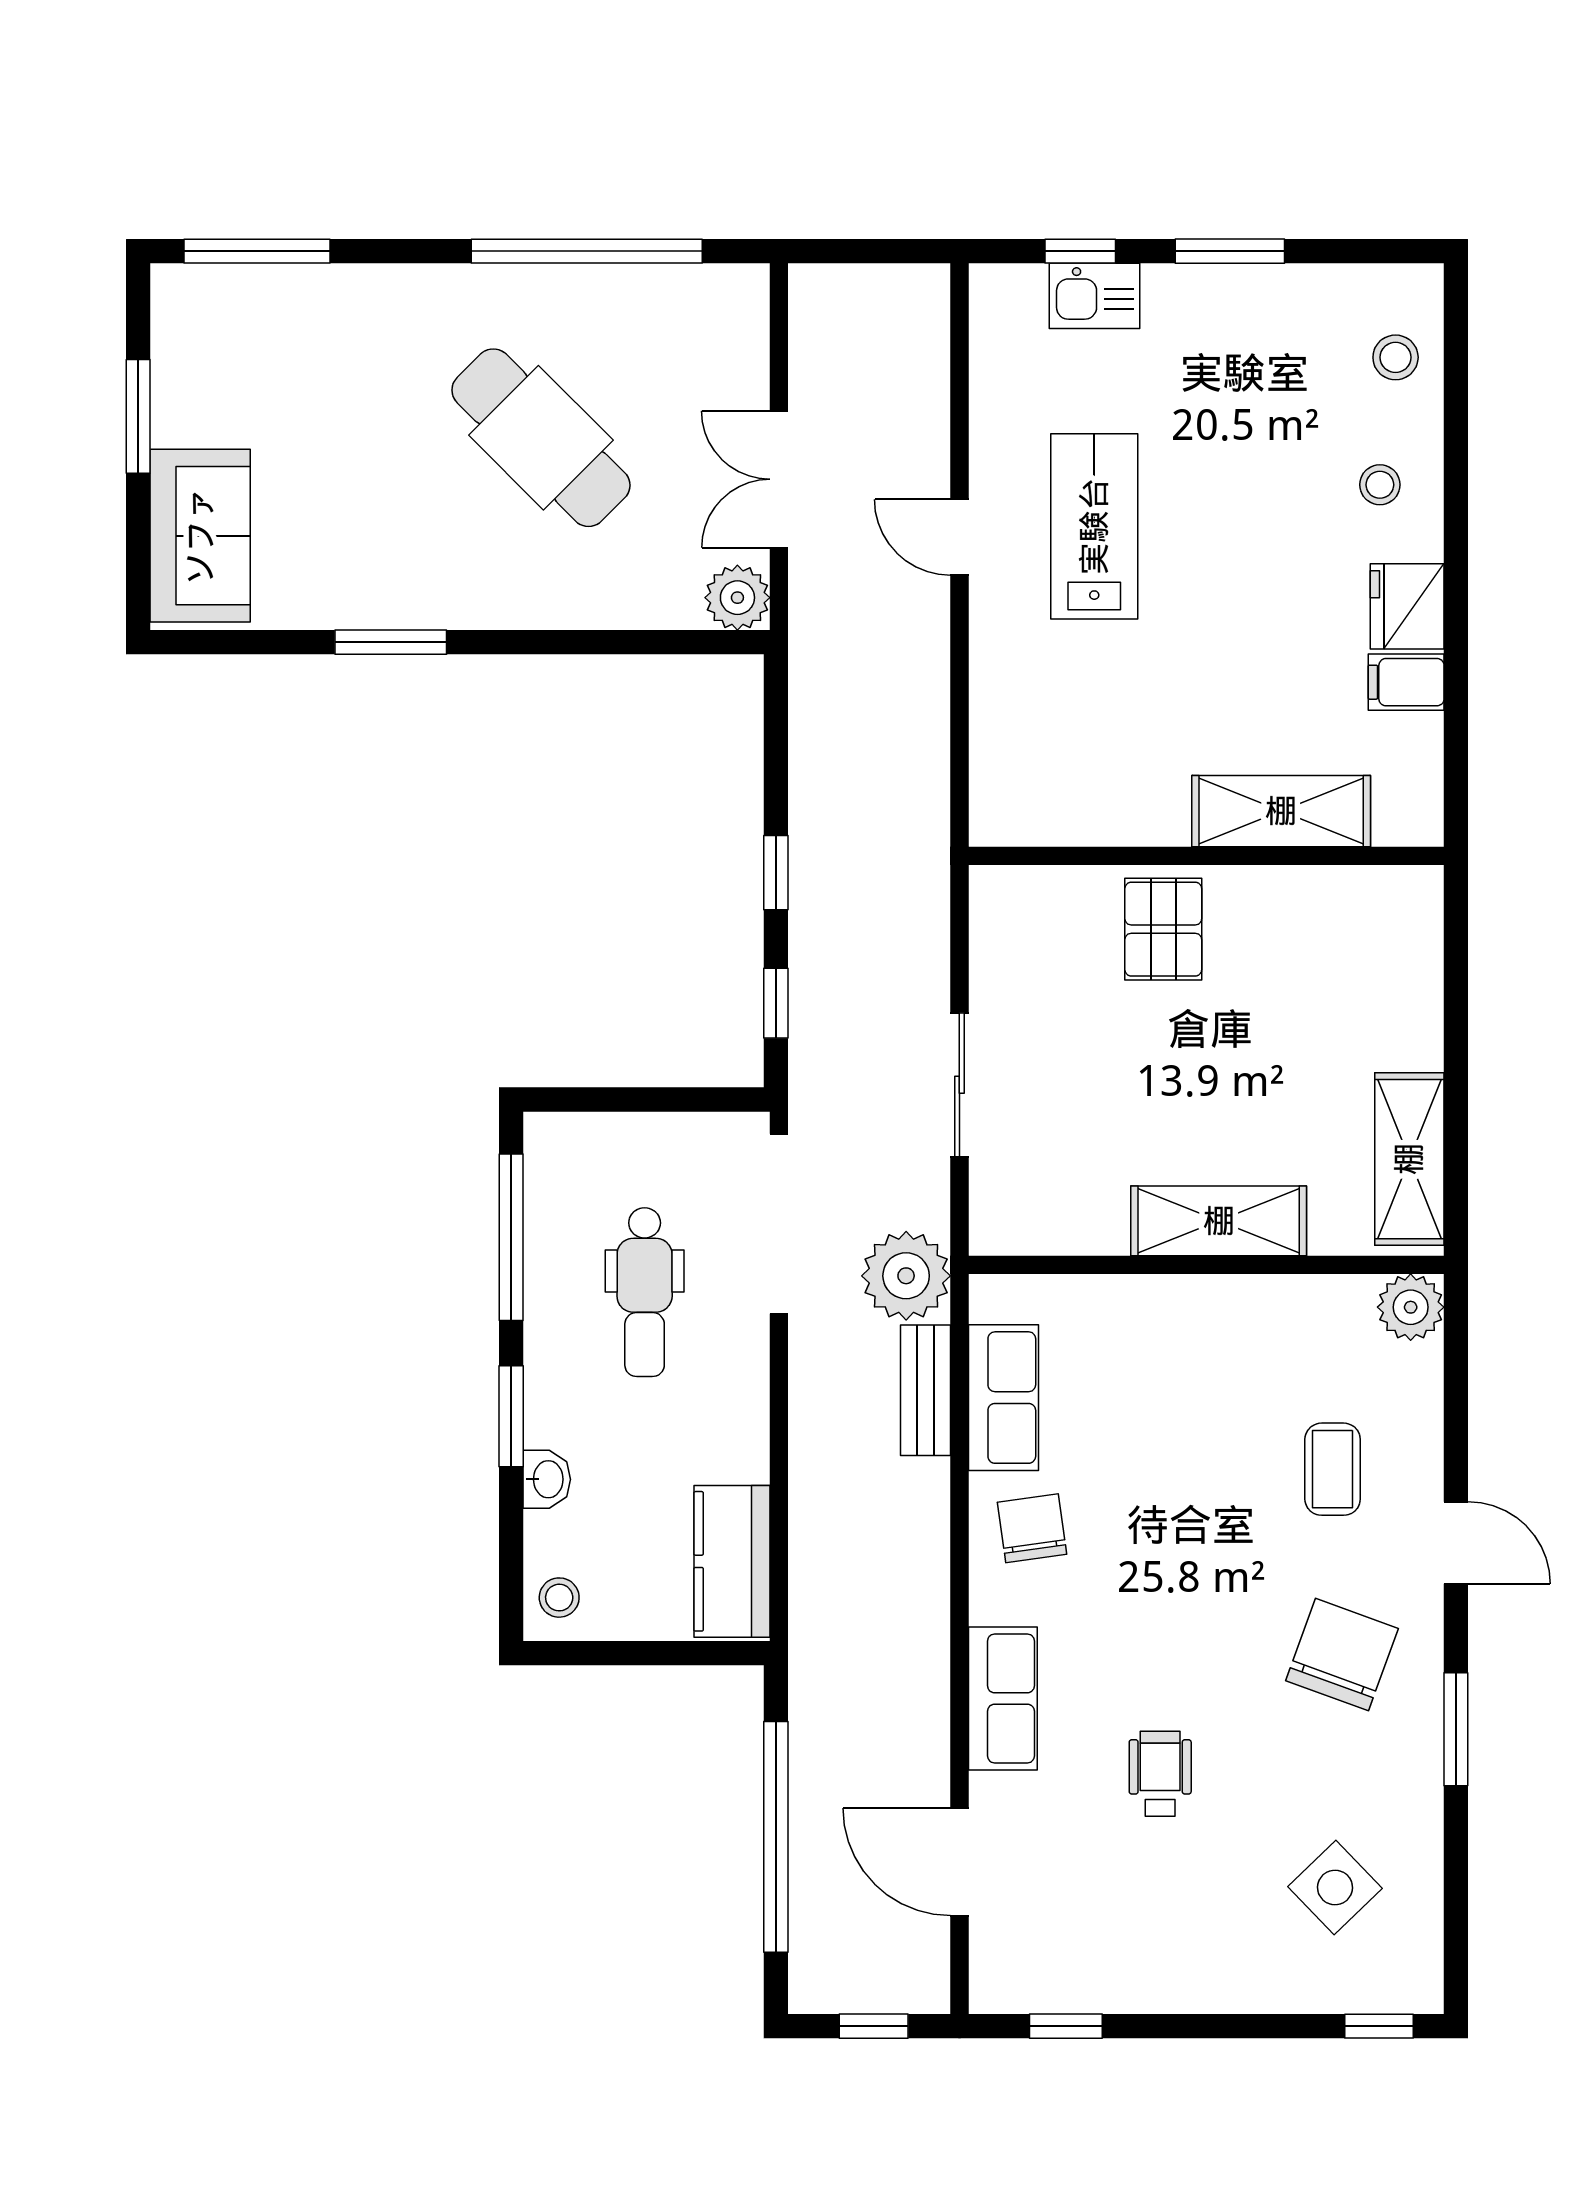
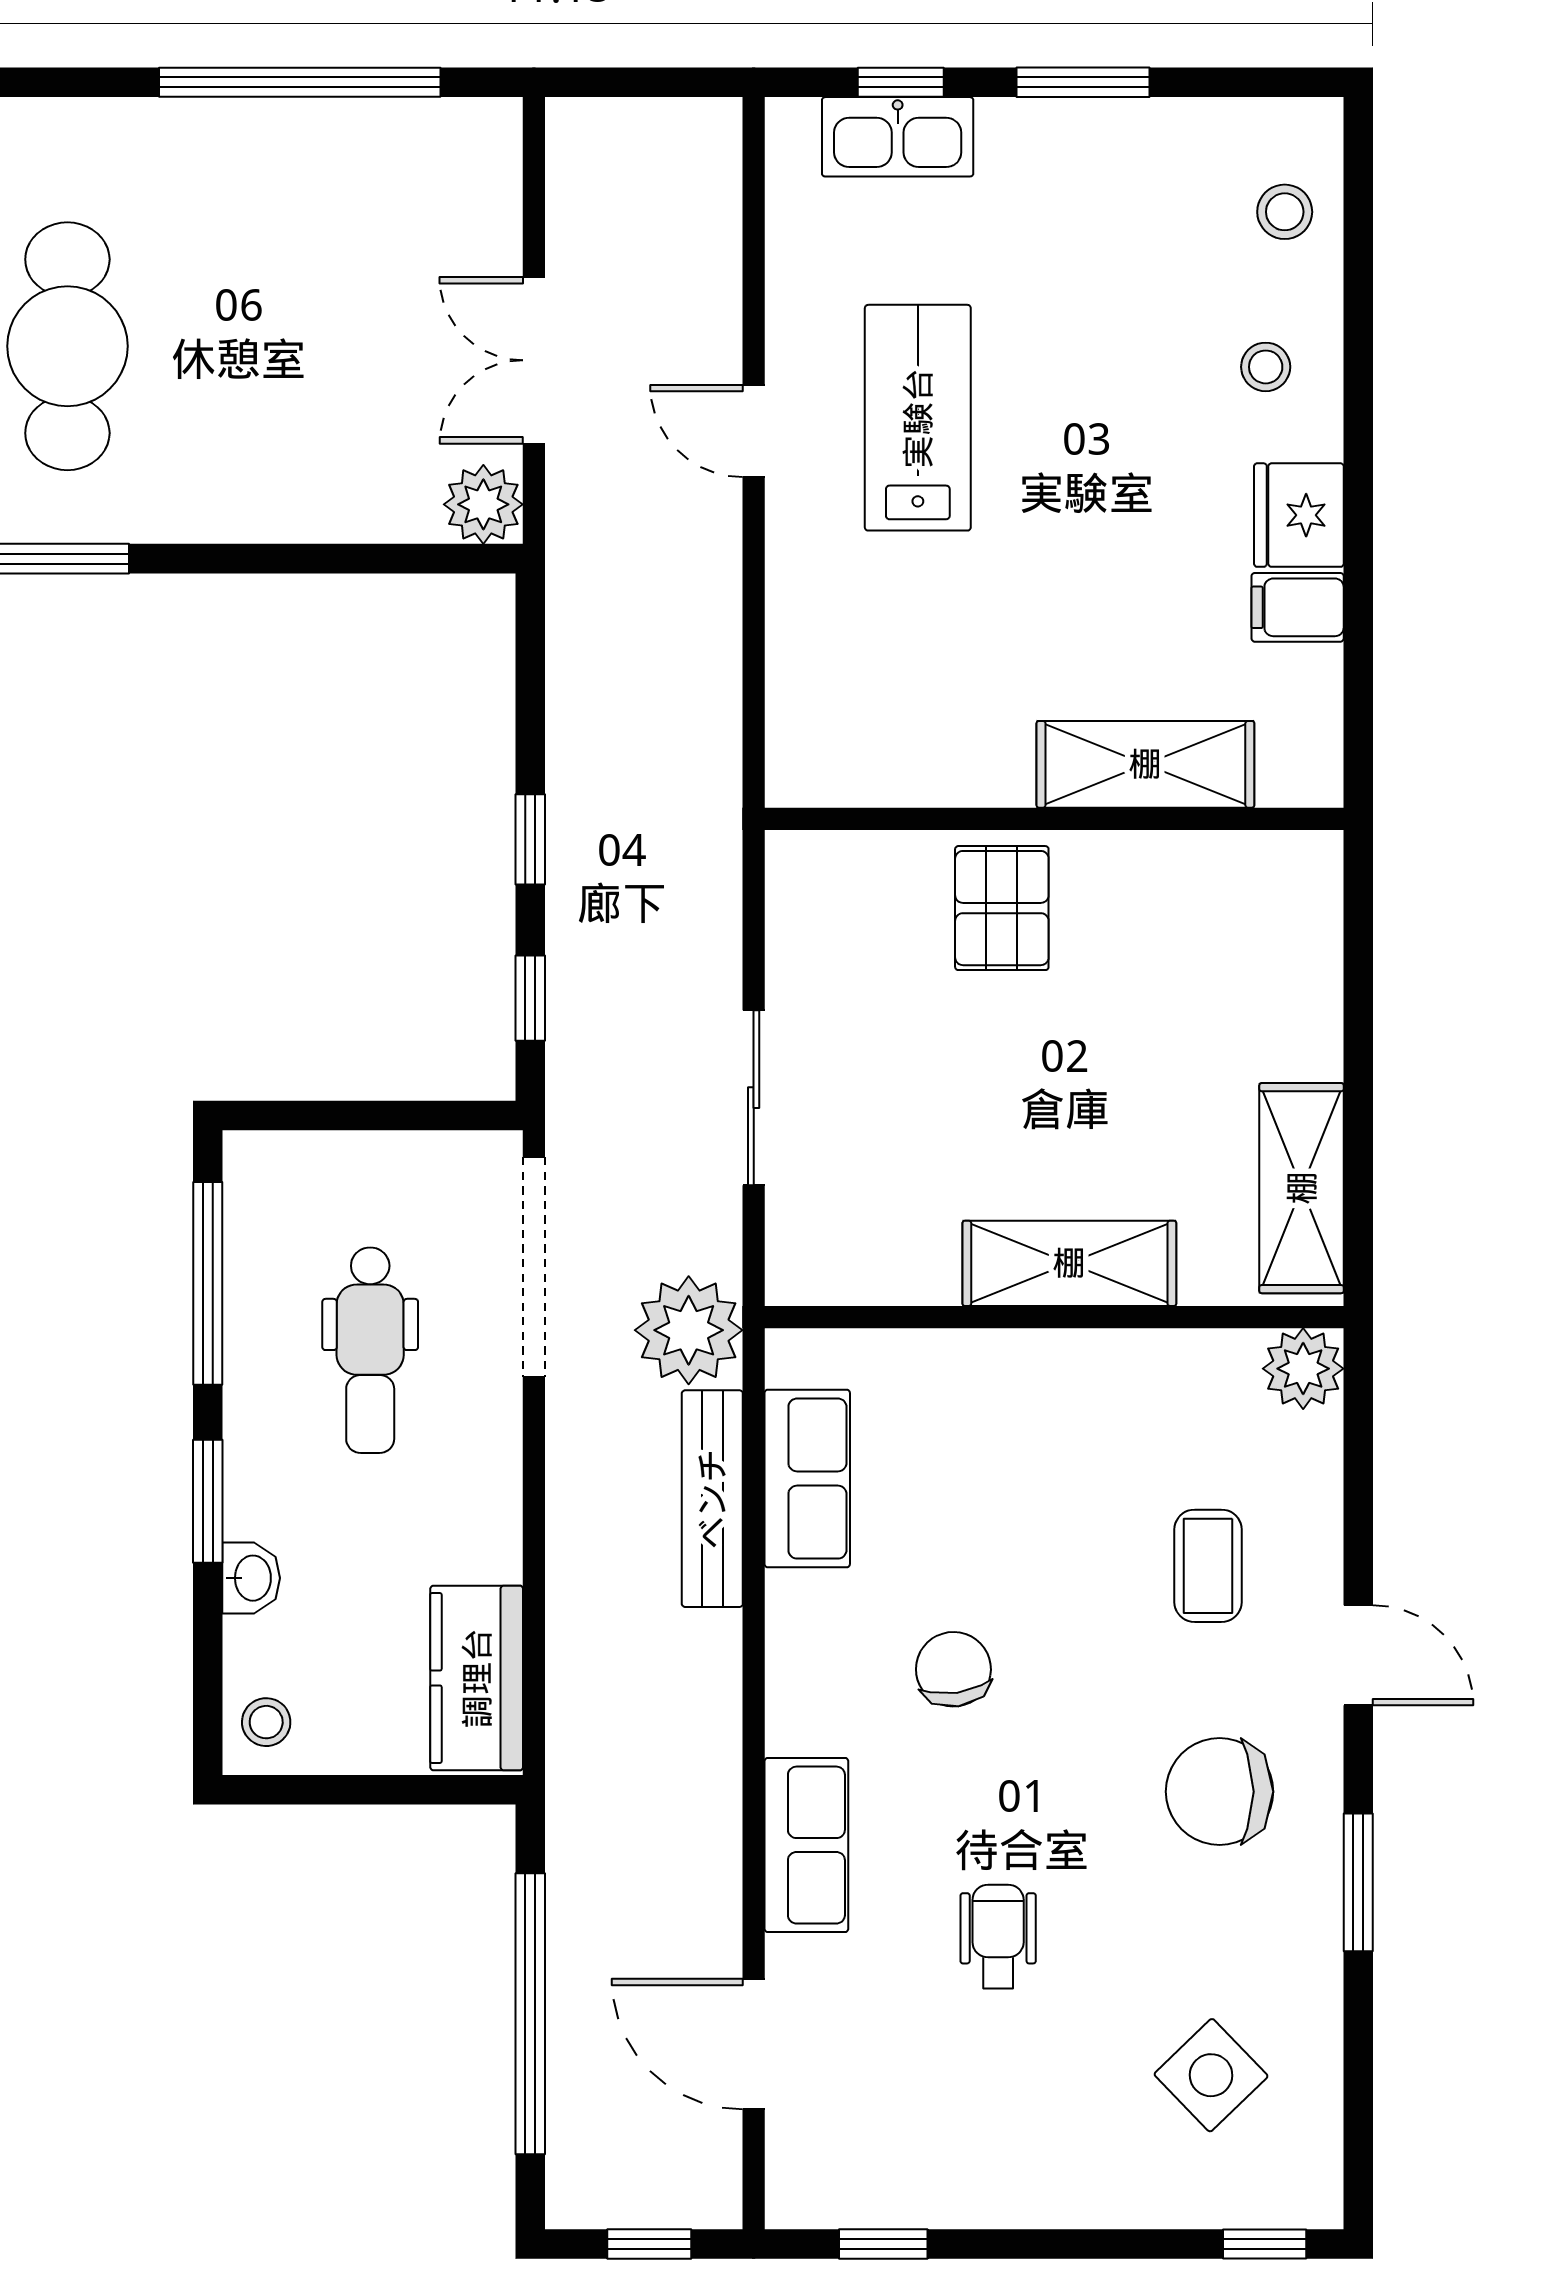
kitchen sink: (1095, 296) -> (898, 137), width x1.38
cafe table: (541, 438) -> (67, 346), moved, turned 45
bench: (926, 1390) -> (712, 1499), width x1.36
chair: (1032, 1528) -> (953, 1669), moved
chair: (1342, 1655) -> (1220, 1792), turned -110

